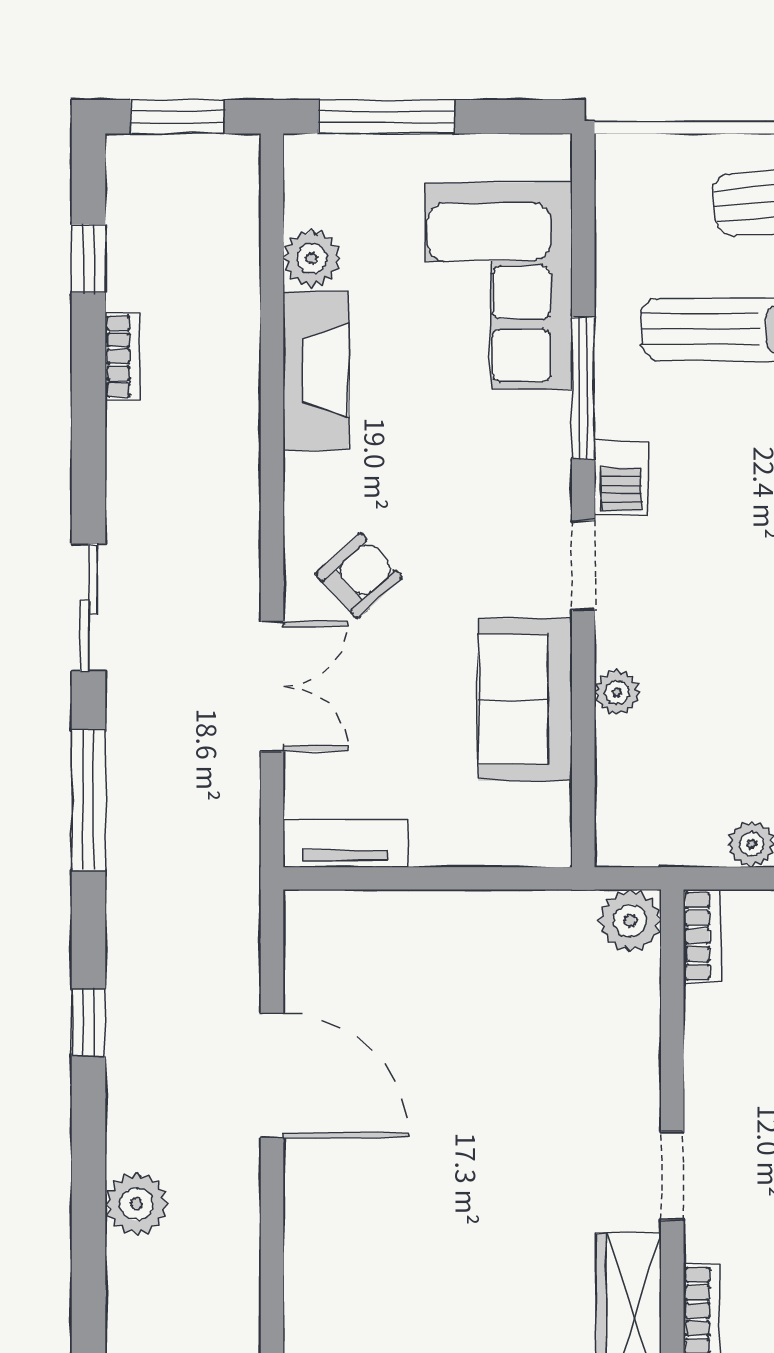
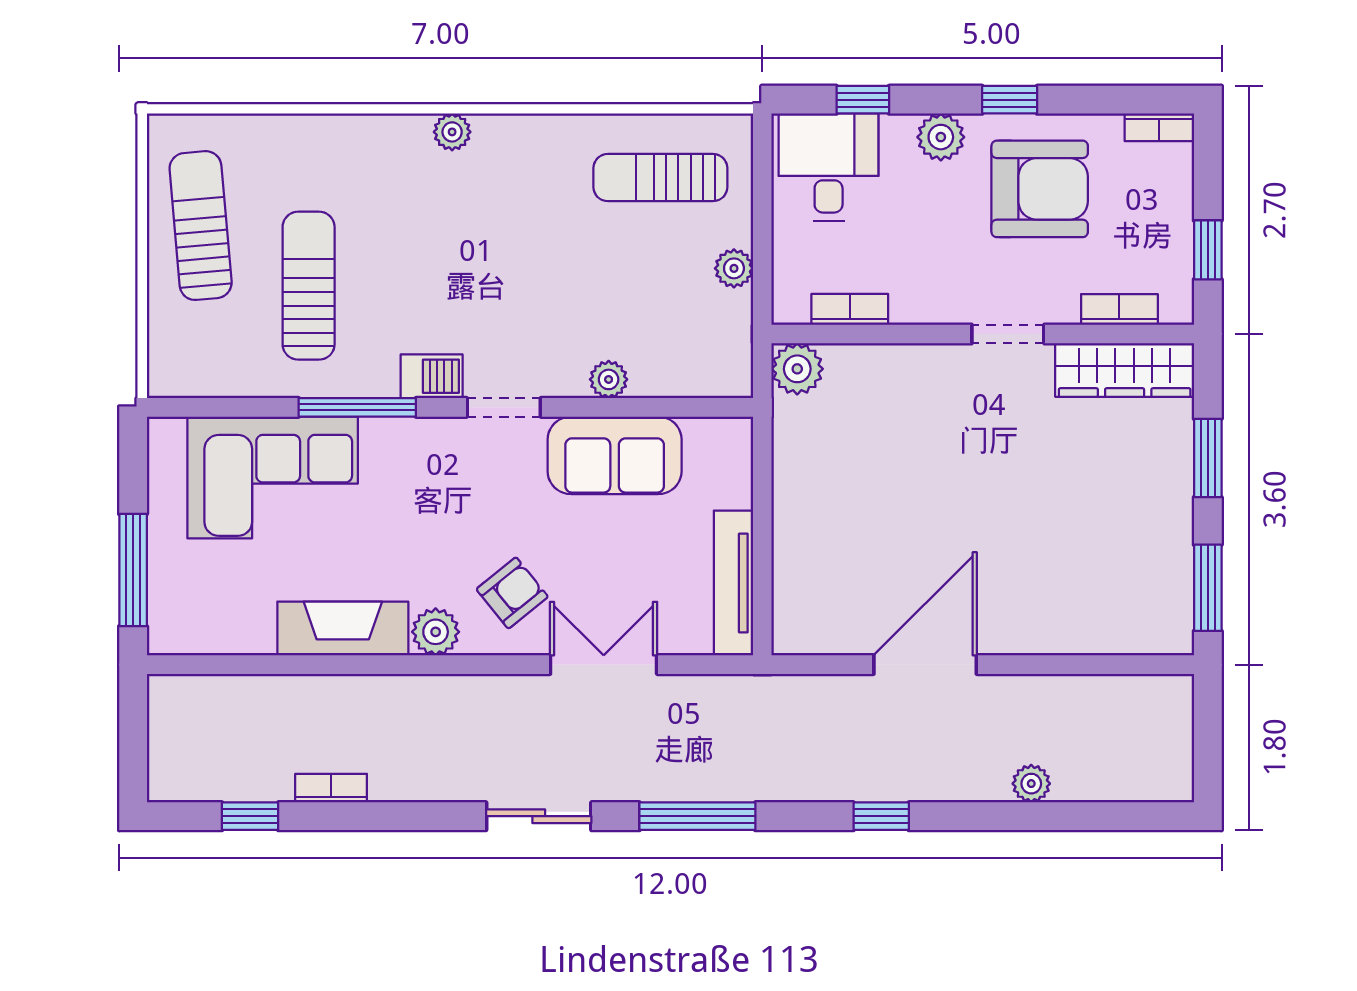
window: (177, 117) -> (133, 743), removed
plant: (312, 258) -> (436, 632), moved
armchair: (359, 576) -> (512, 593), turned 94
tv unit: (345, 843) -> (733, 583), width x1.41
bookcase: (702, 936) -> (850, 309), moved
plant: (137, 1204) -> (1031, 784), width x0.73, depth x0.73

